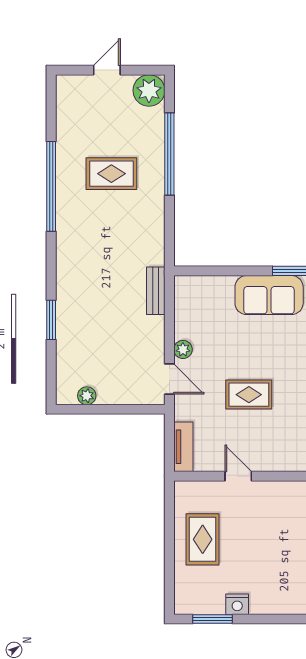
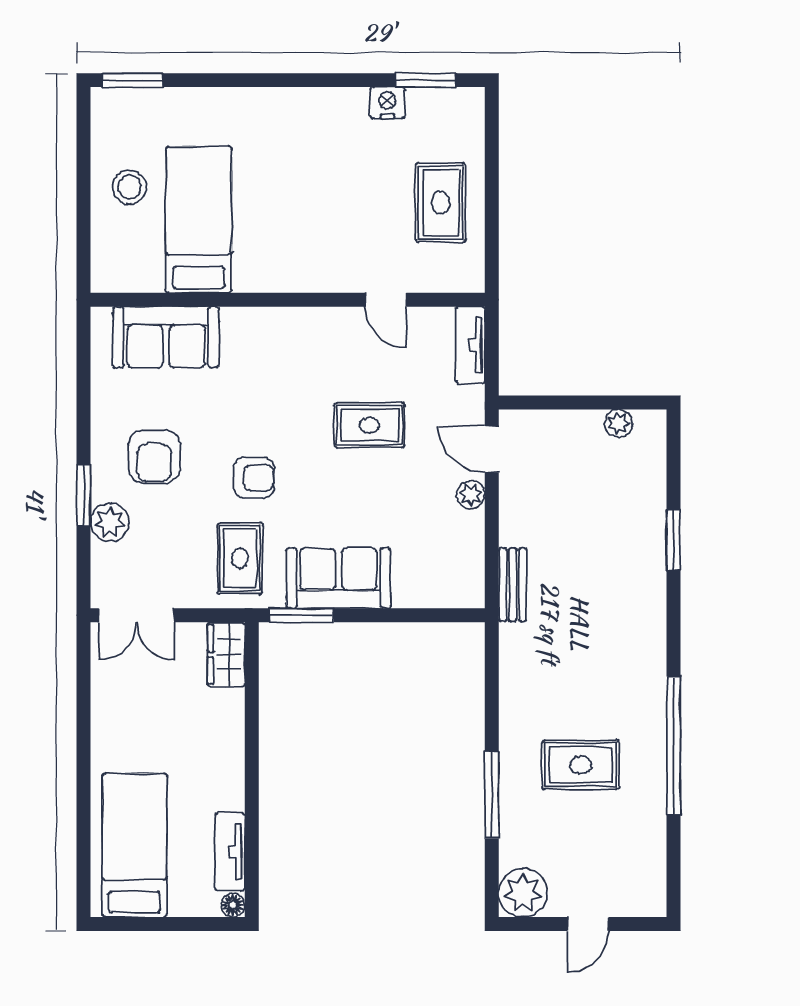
window: (169, 154) -> (492, 795), width x0.68

